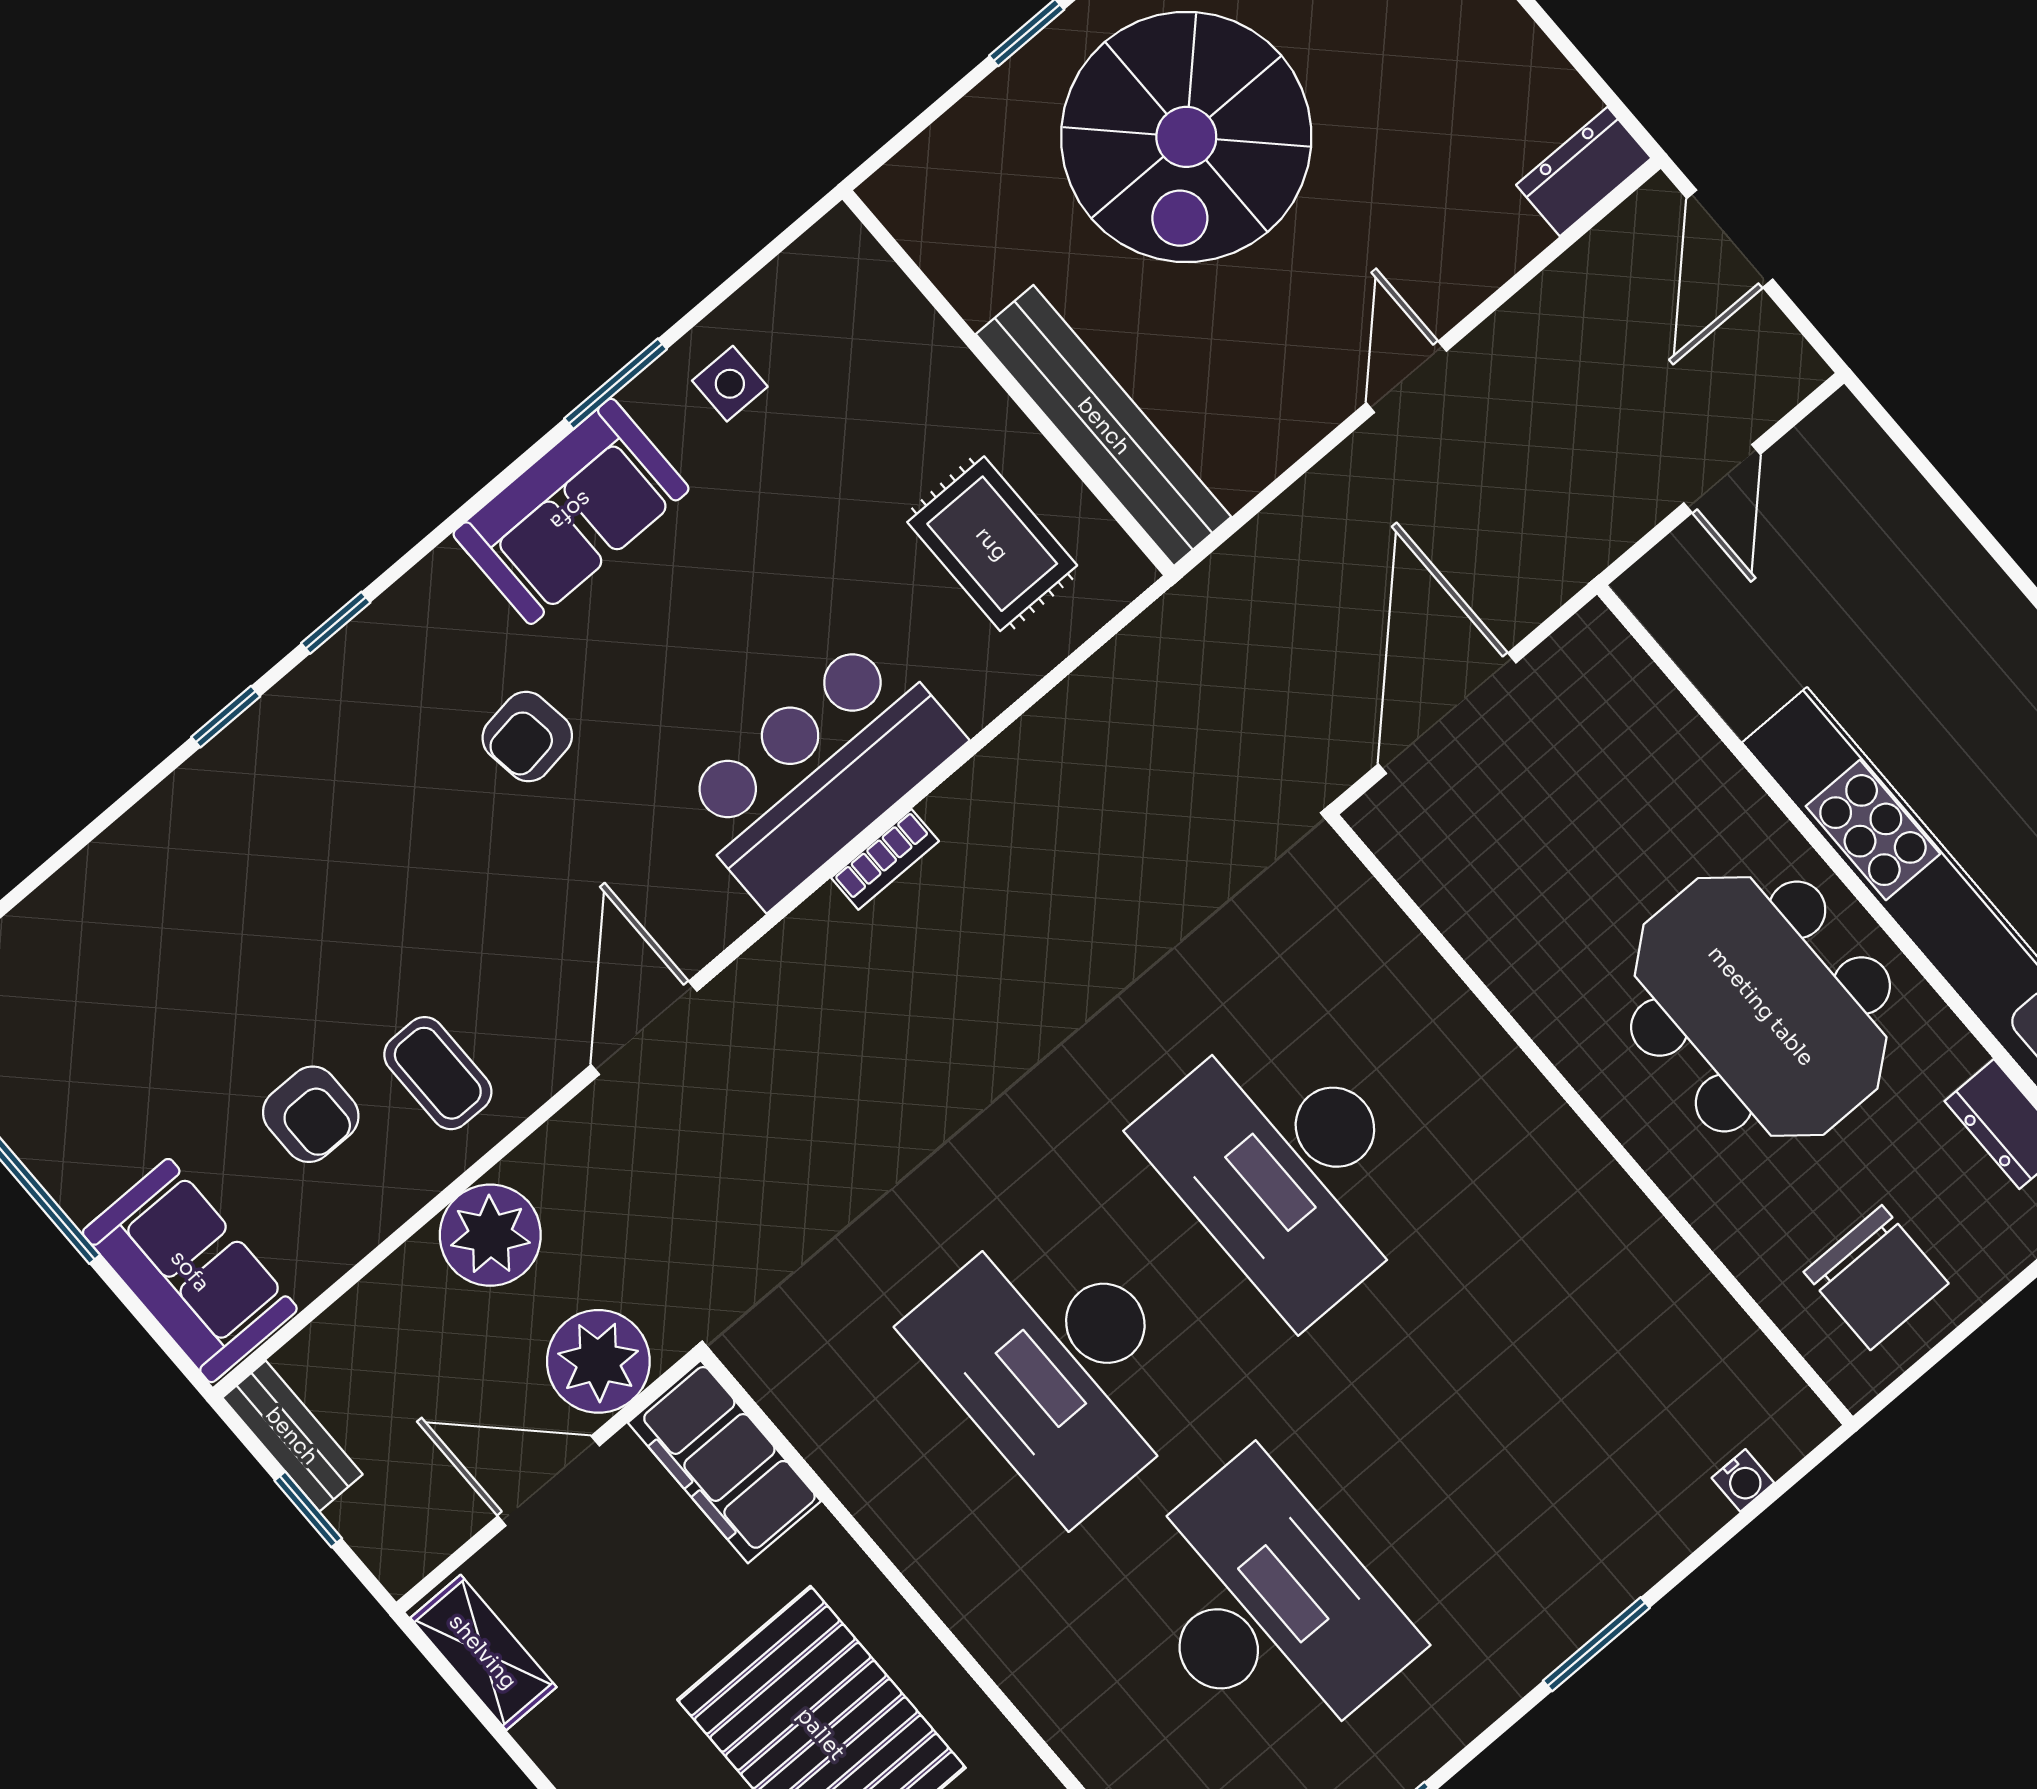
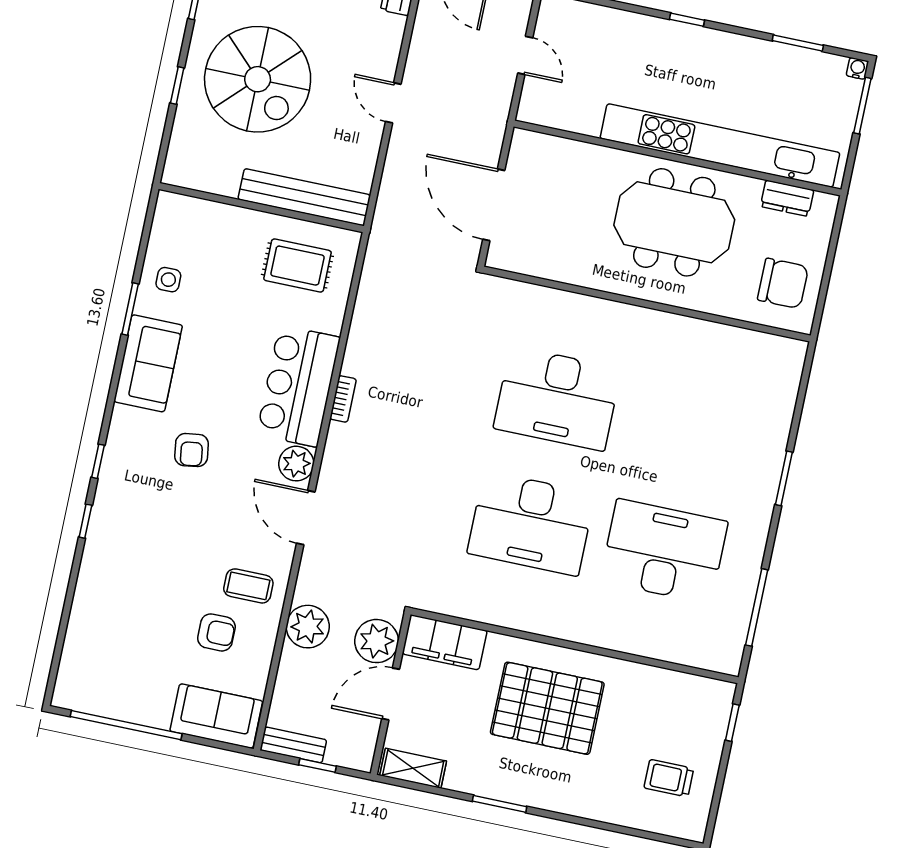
plant: (704, 913) -> (296, 464), added
water cooler: (1743, 1480) -> (791, 386), removed

